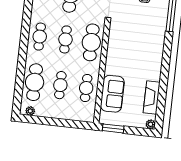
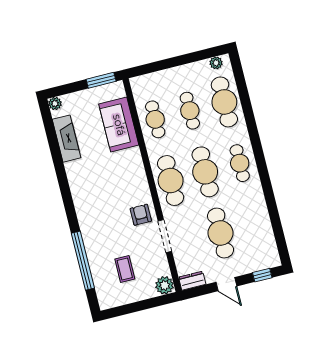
armchair: (120, 27) -> (141, 215), added
cafe table: (65, 39) -> (205, 172), width x1.37, depth x1.35

